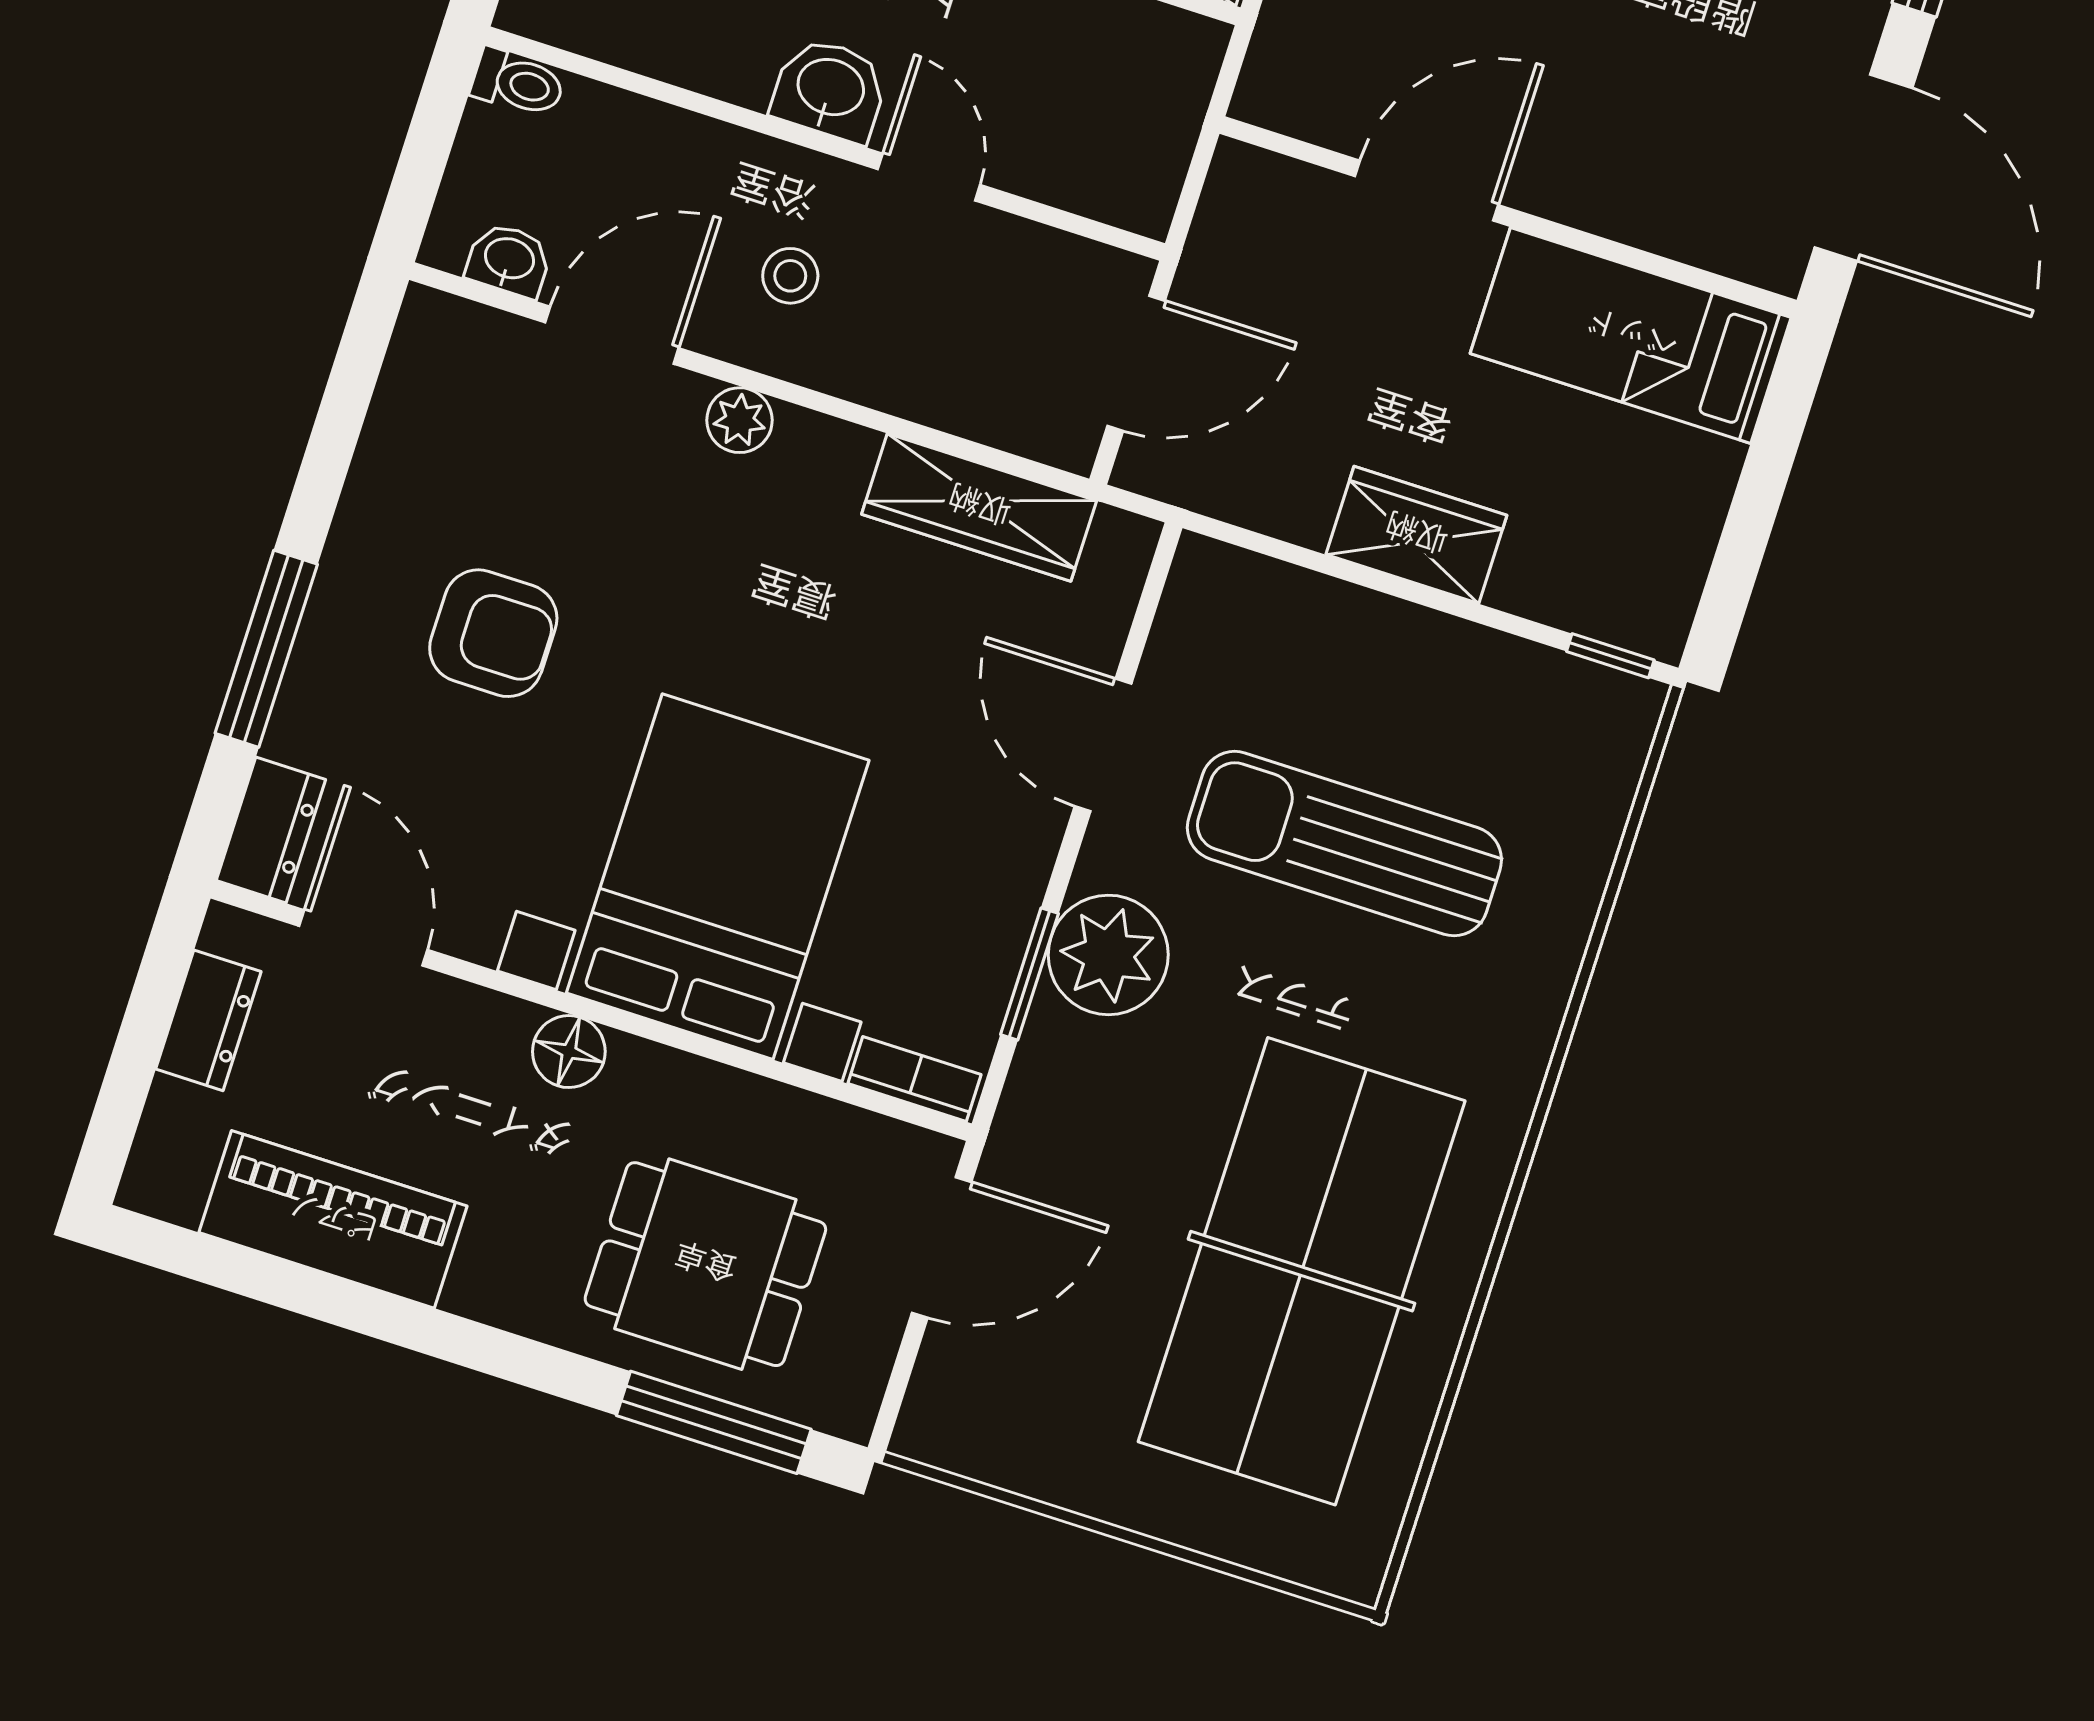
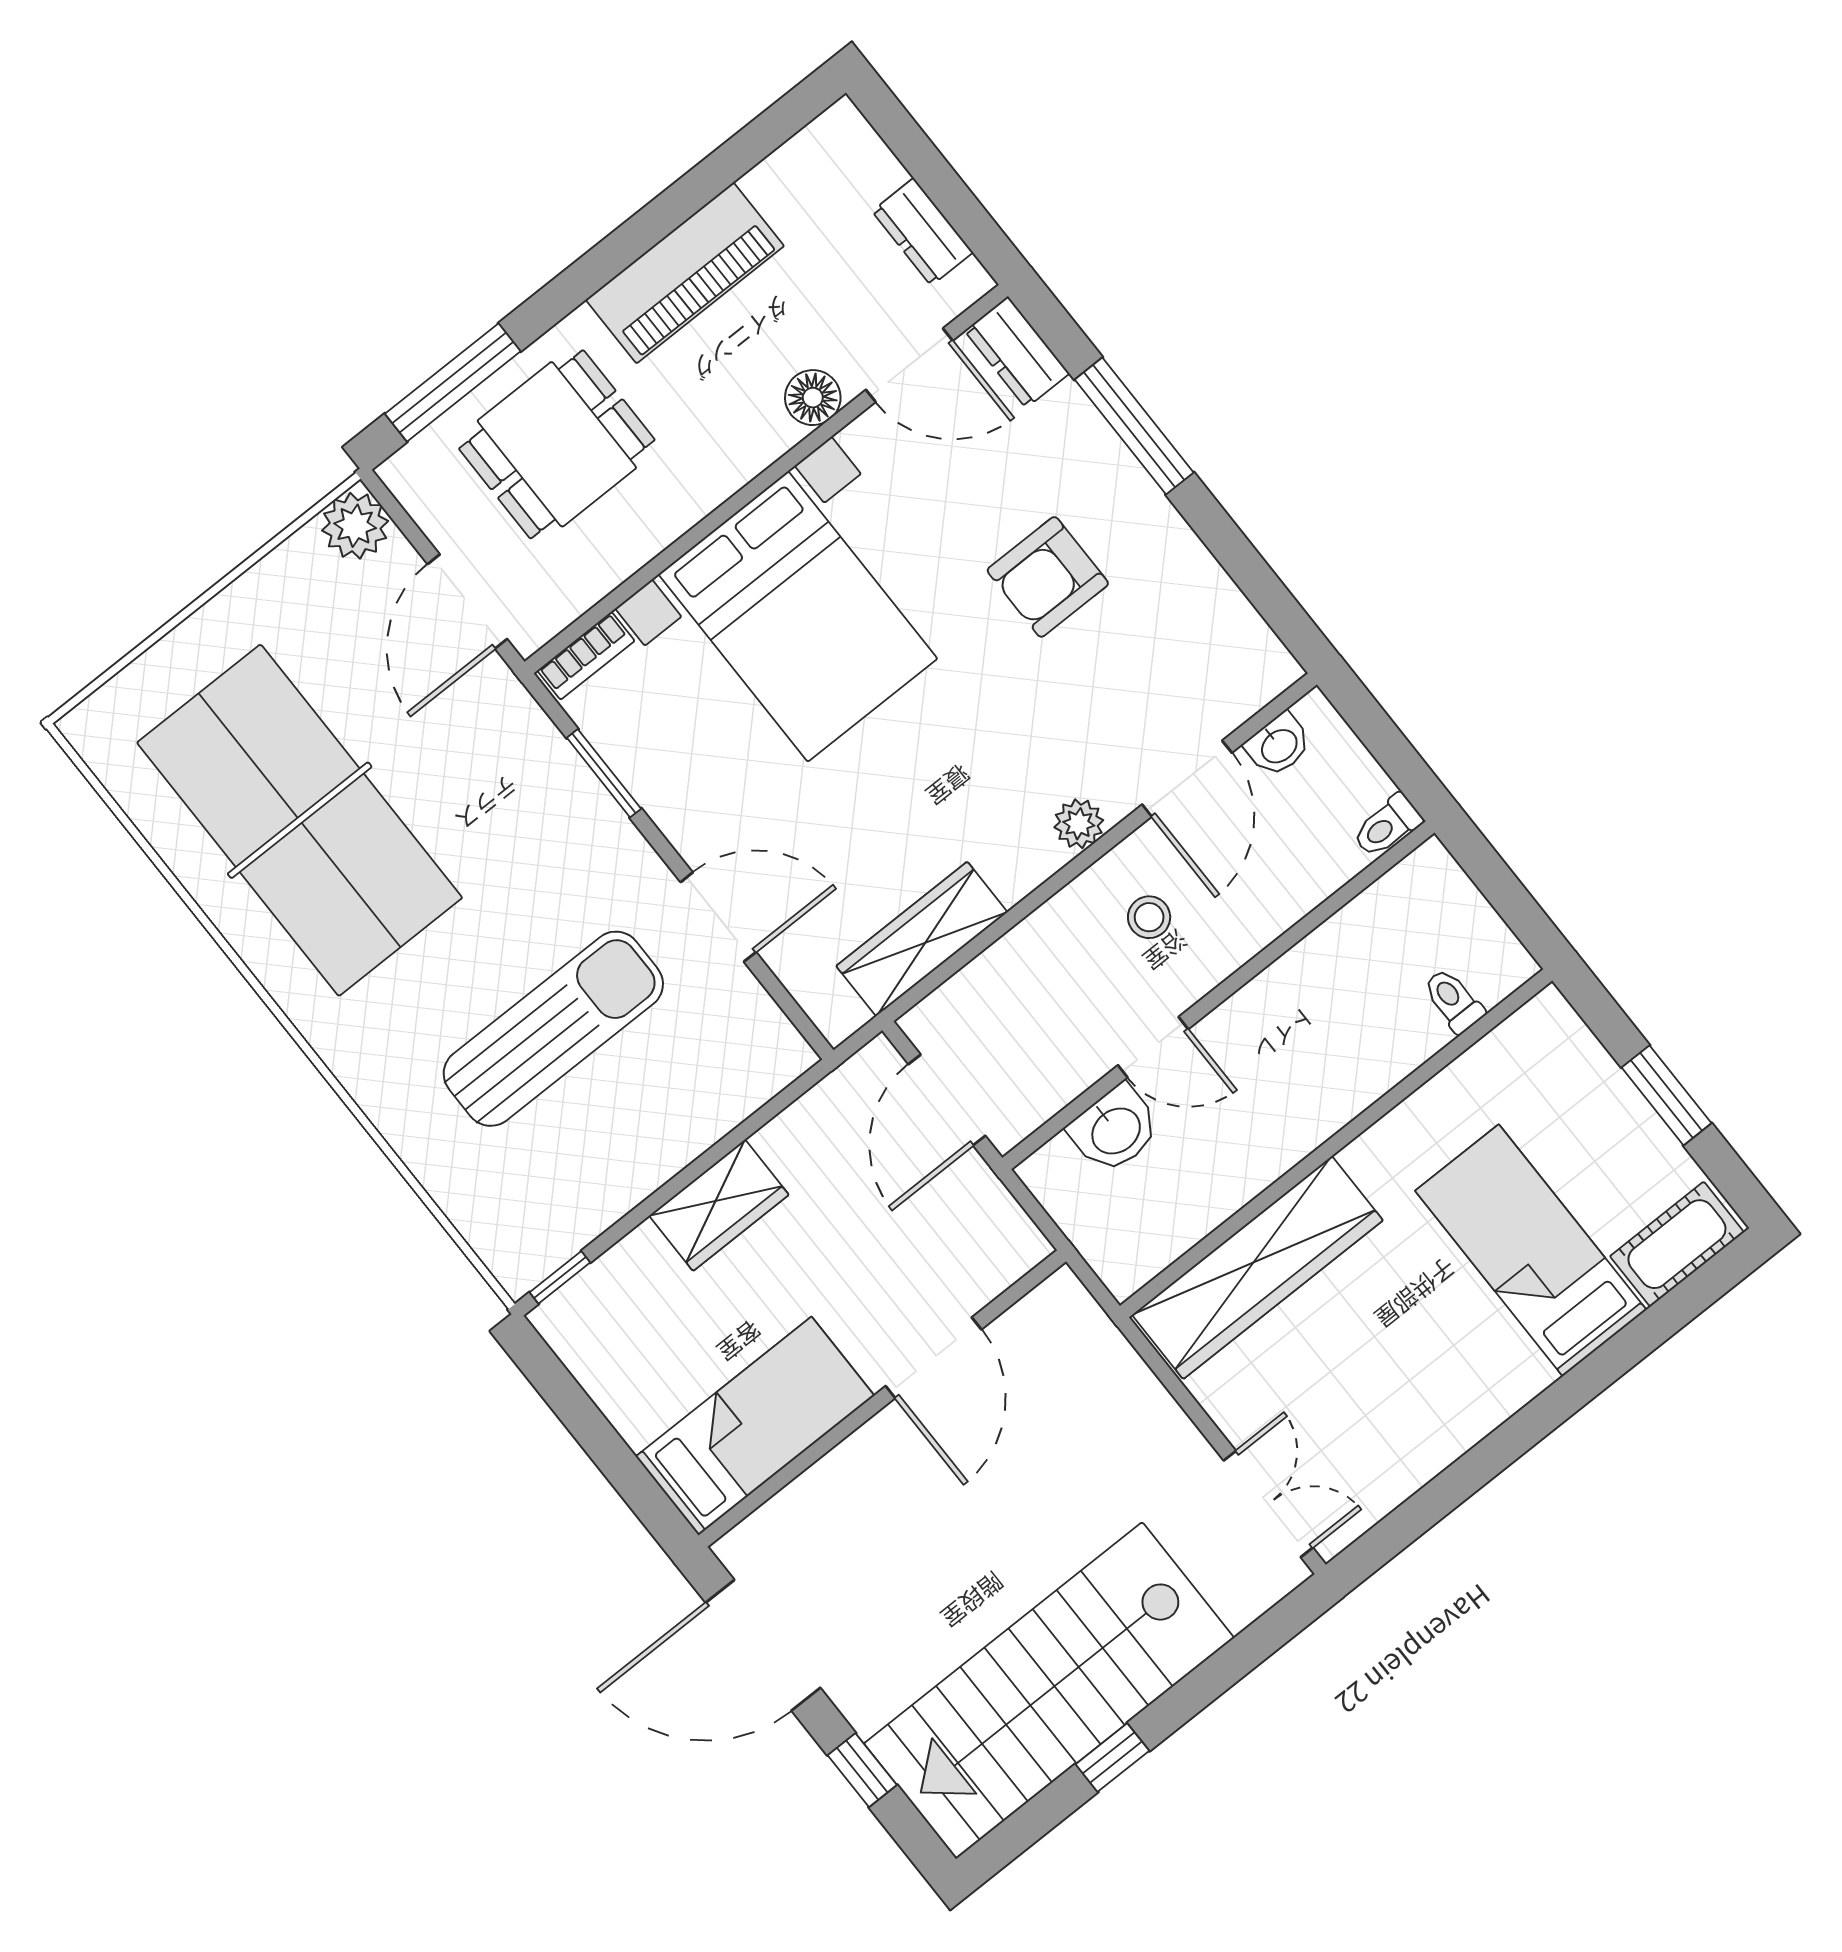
washbasin: (830, 90) -> (1115, 1129), moved
plant: (1108, 955) -> (355, 526), moved, width x0.73, depth x0.73
floor lamp: (569, 1052) -> (813, 398), moved
piano: (333, 1219) -> (685, 273), moved

